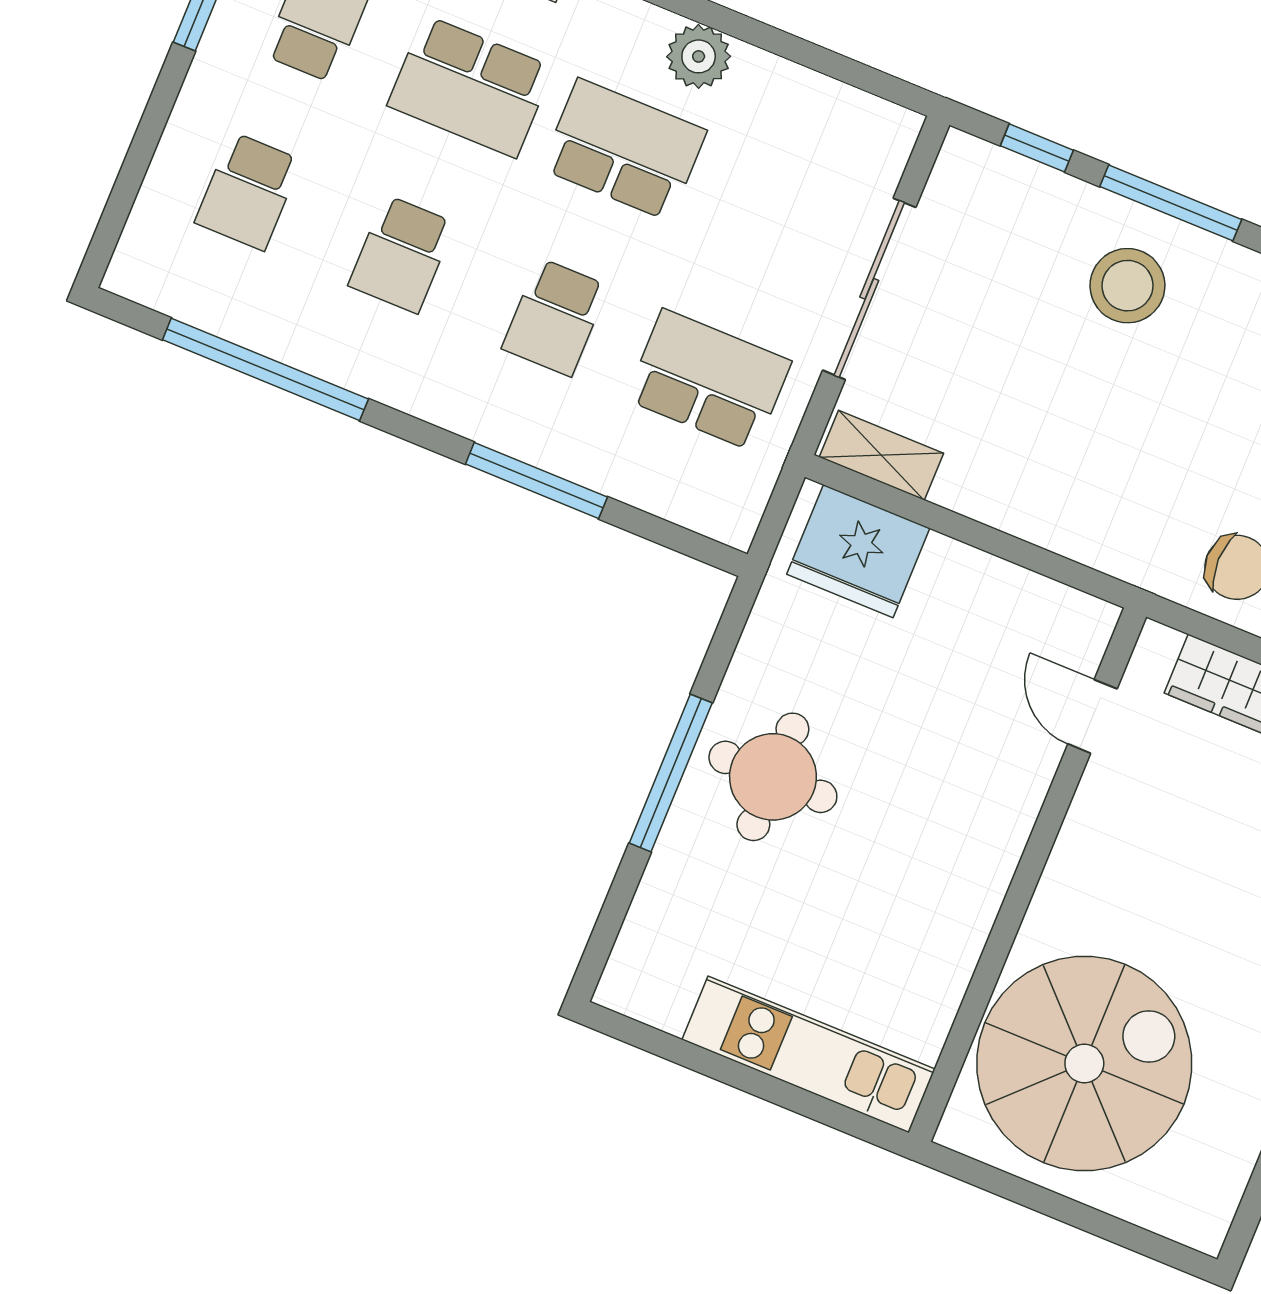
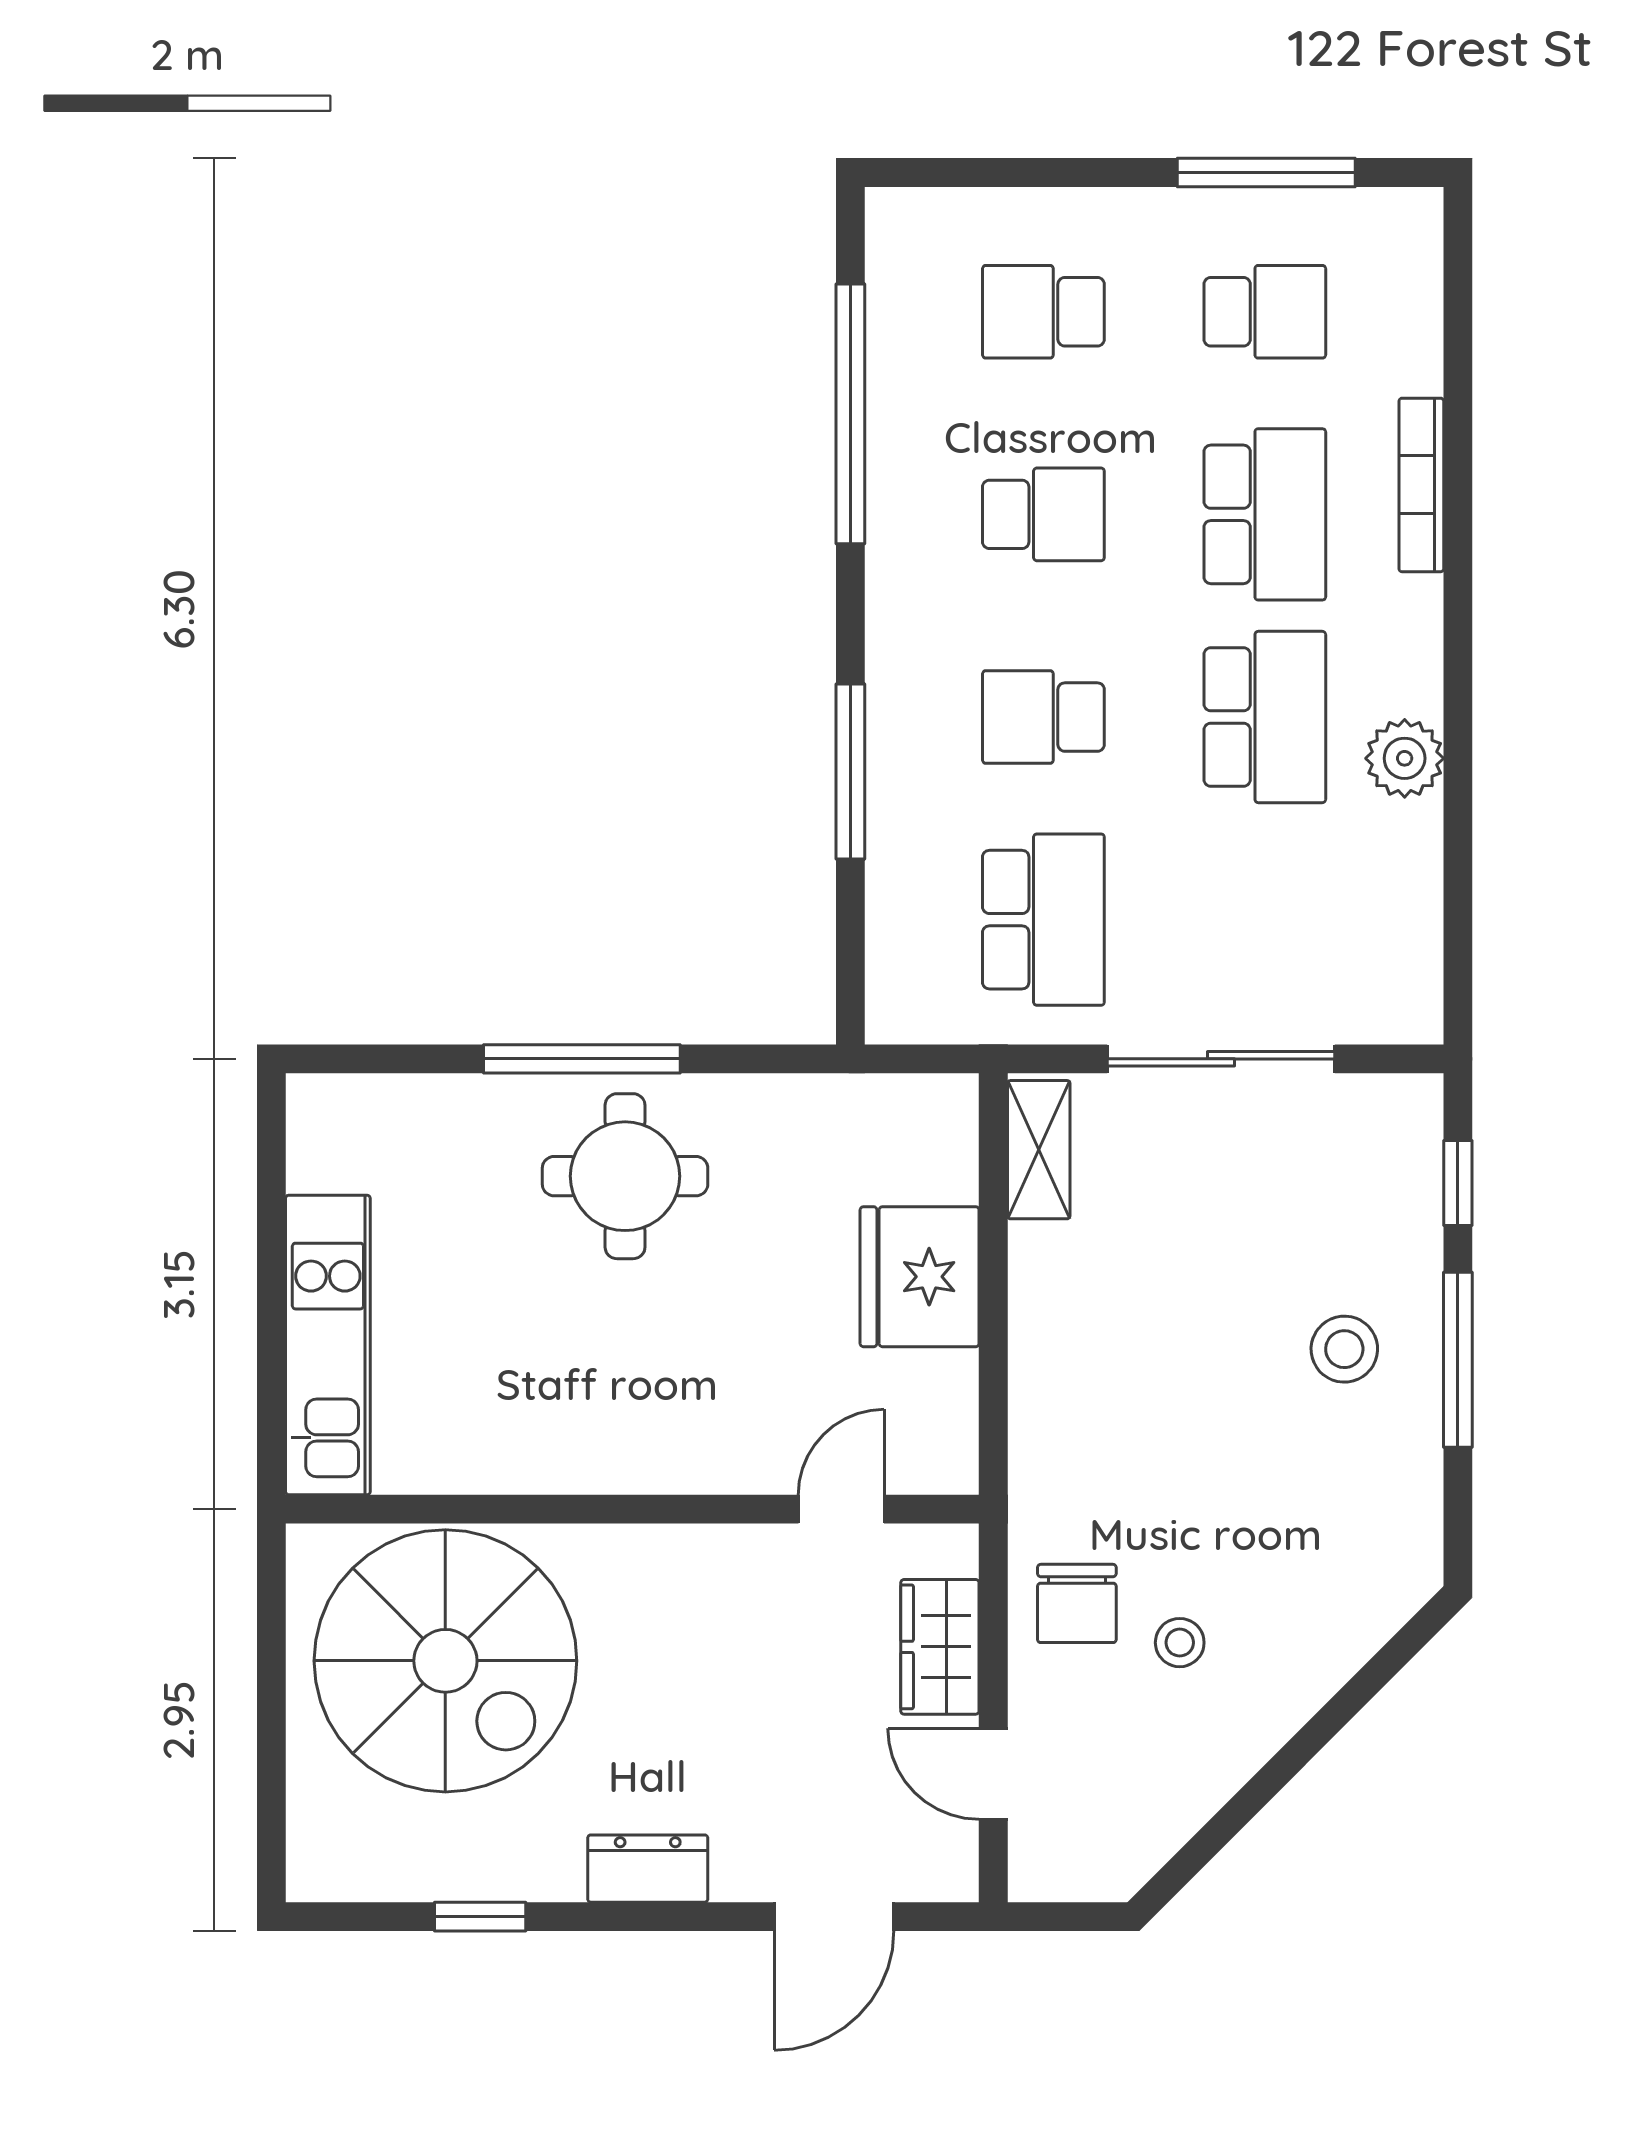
school desk: (470, 87) -> (1265, 514), turned 180
school desk: (402, 254) -> (1043, 514), turned 180
stool: (1127, 286) -> (1344, 1349), width x0.73, depth x0.73
fridge: (858, 551) -> (920, 1277), moved

